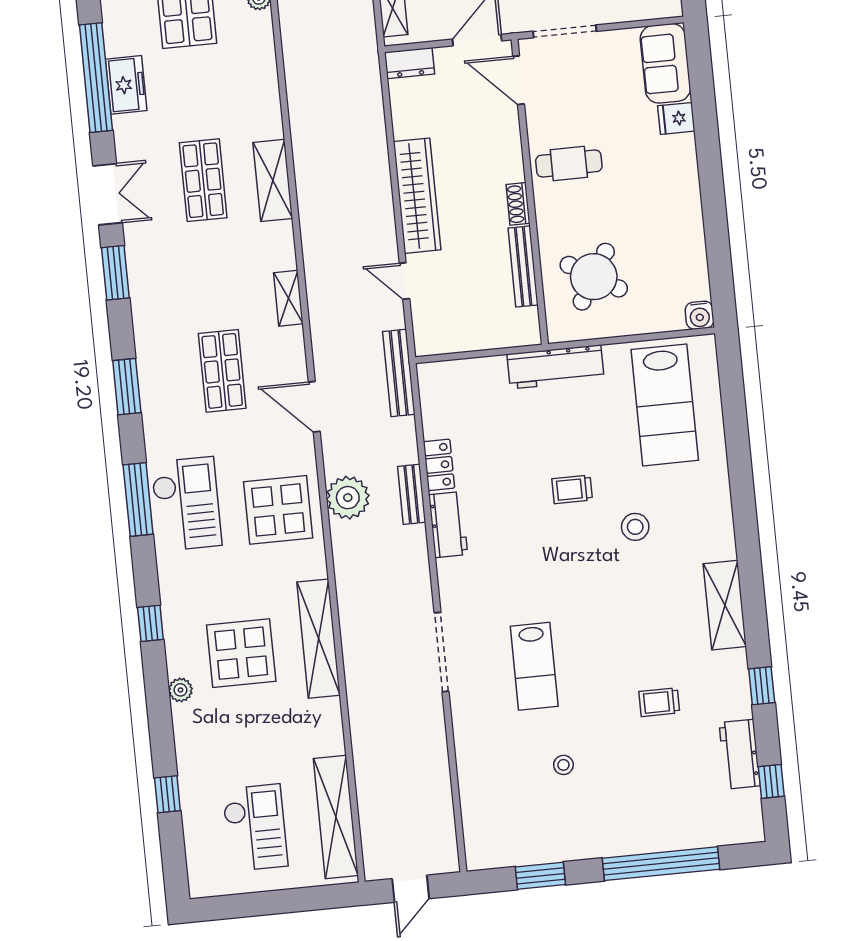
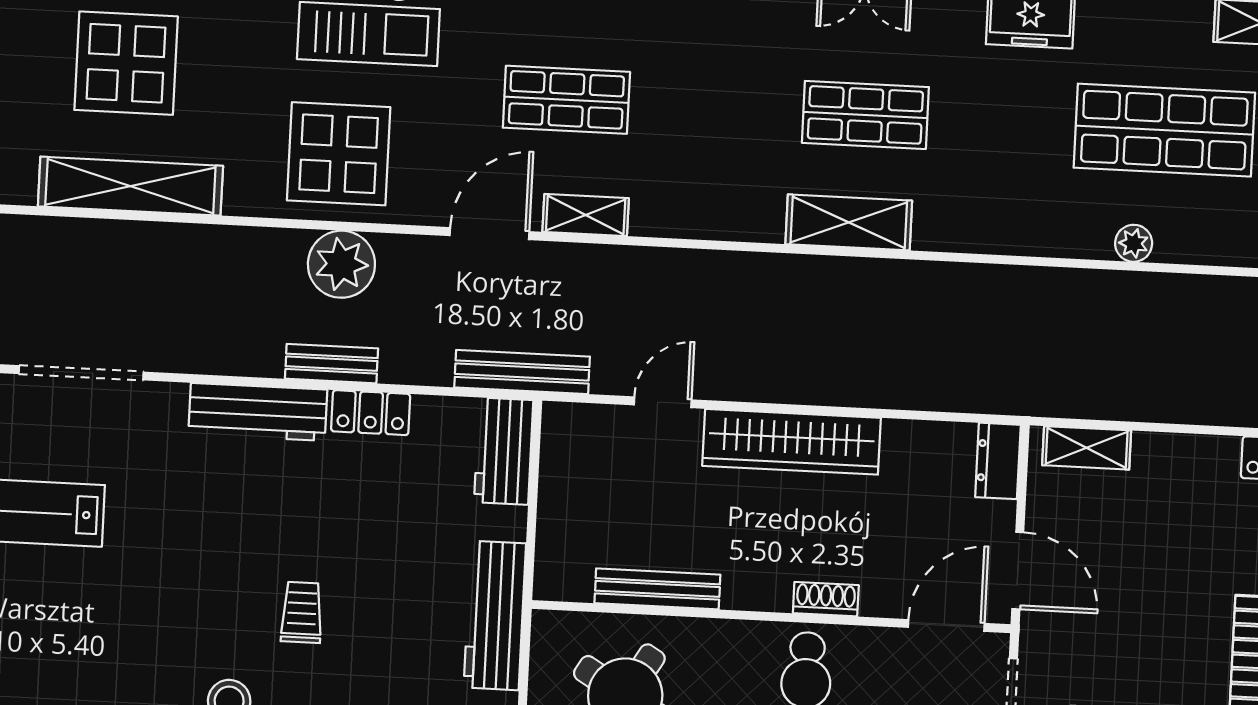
shoe rack: (518, 204) -> (826, 599), moved
shelving: (288, 298) -> (586, 215), moved
workbench: (451, 377) -> (504, 451), added
workbench: (448, 525) -> (258, 412), width x1.38

